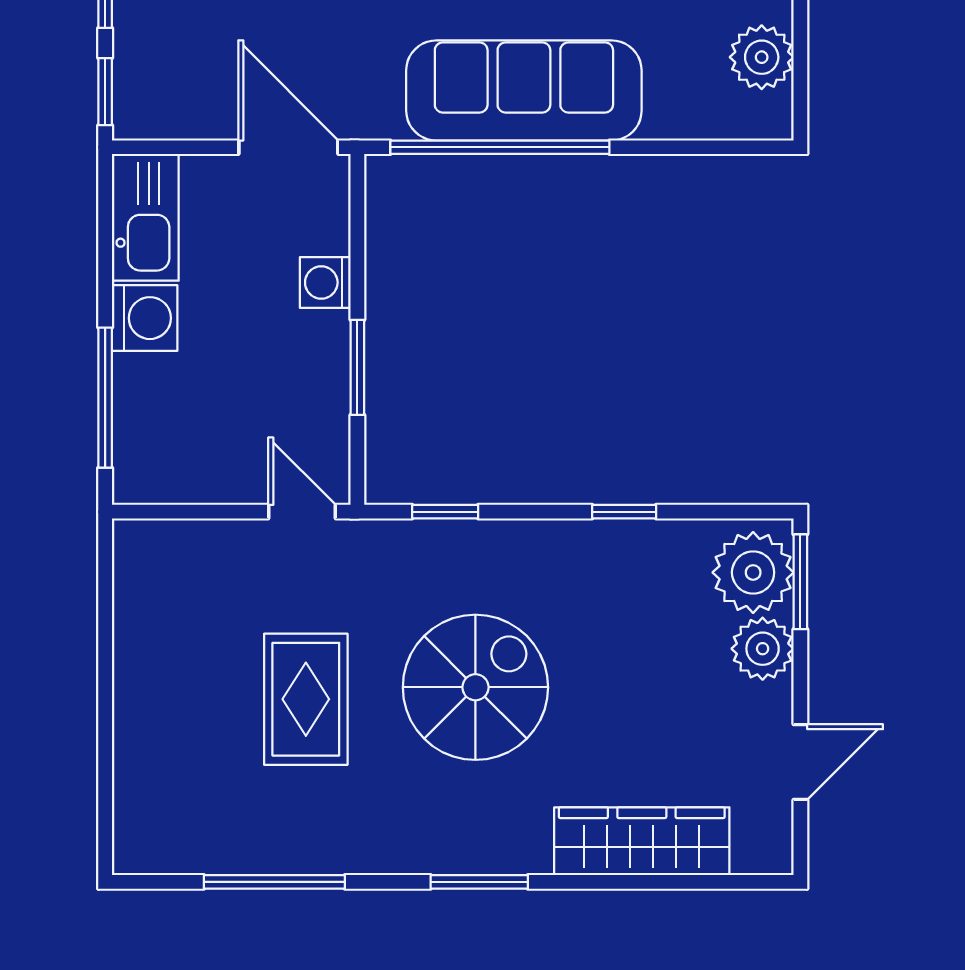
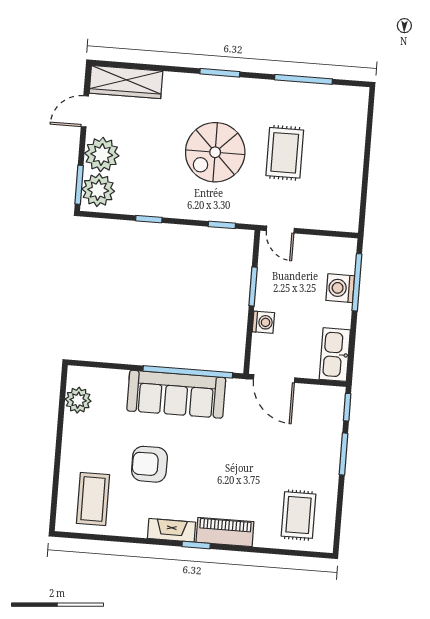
washing machine: (145, 318) -> (340, 288), moved
plant: (763, 649) -> (102, 154), width x1.36, depth x1.36
wardrobe: (642, 841) -> (126, 82), moved

